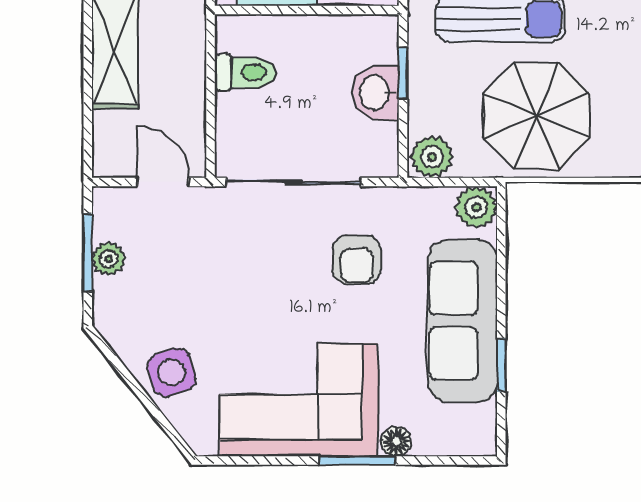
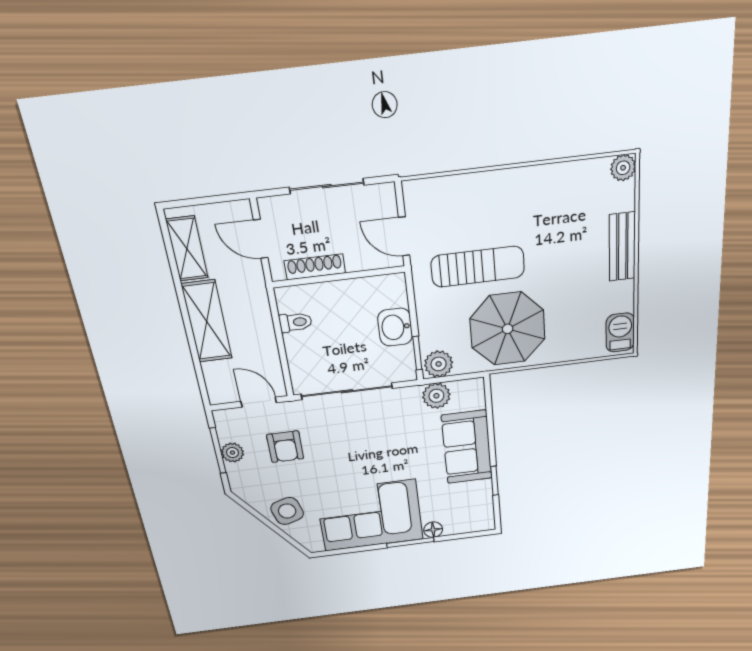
toilet: (245, 72) -> (295, 322), width x0.73, depth x0.72
window: (403, 73) -> (417, 353), moved
plant: (476, 207) -> (436, 396), moved
armchair: (357, 260) -> (285, 447), moved
sofa: (463, 321) -> (467, 447), width x0.73

